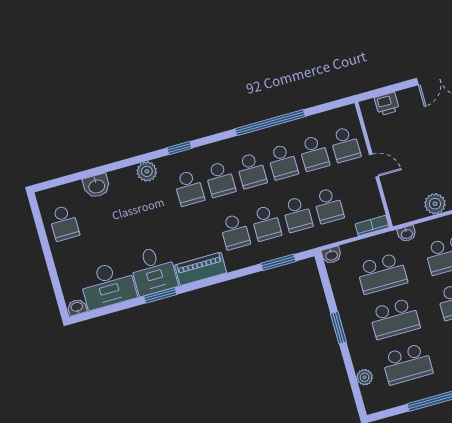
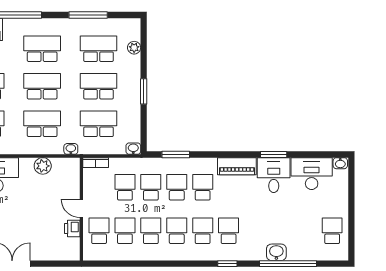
printer: (387, 104) -> (72, 228), moved, turned -90
window: (270, 123) -> (288, 264), moved
plant: (147, 171) -> (257, 253), removed
washbasin: (97, 186) -> (276, 252), moved

